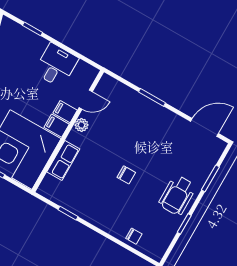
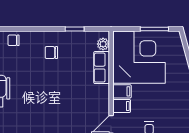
plant: (82, 125) -> (103, 44), moved
chair: (126, 175) -> (51, 53), moved

